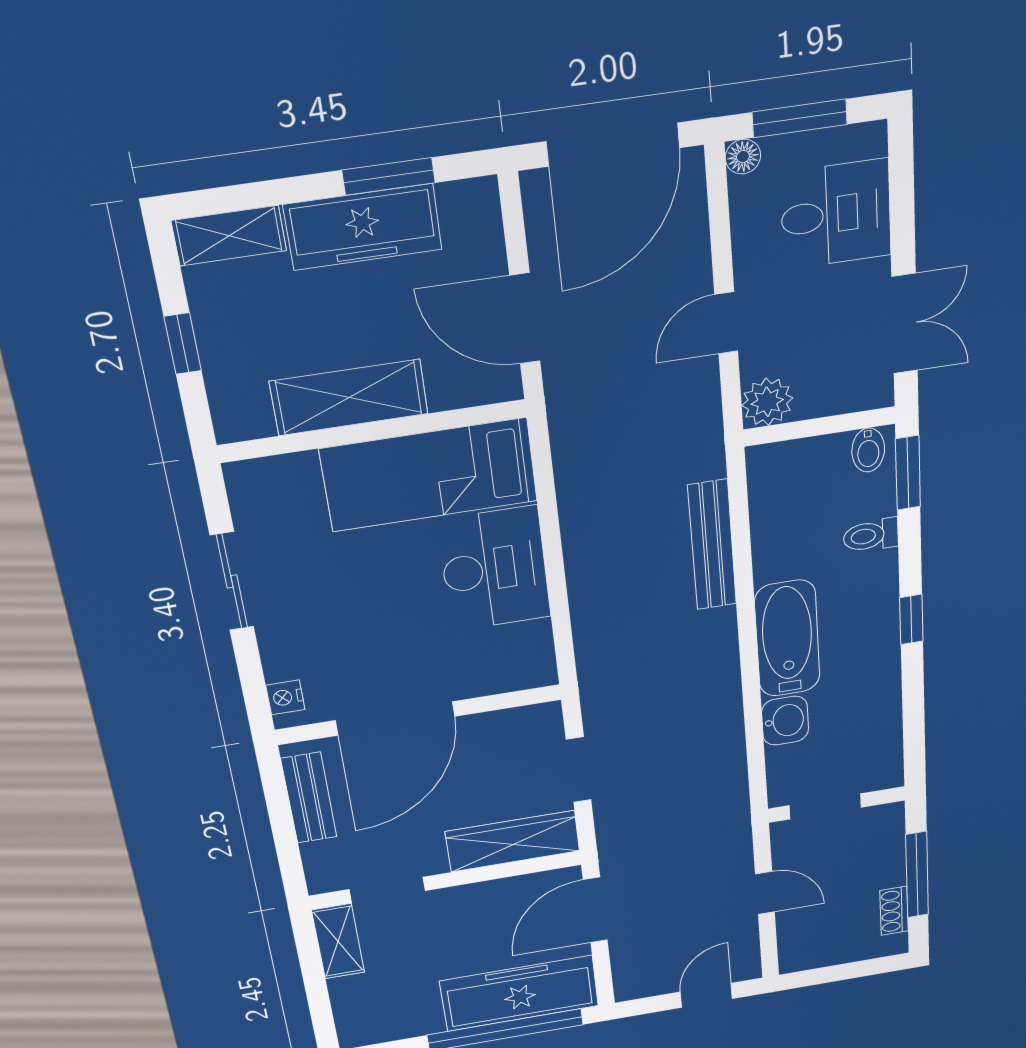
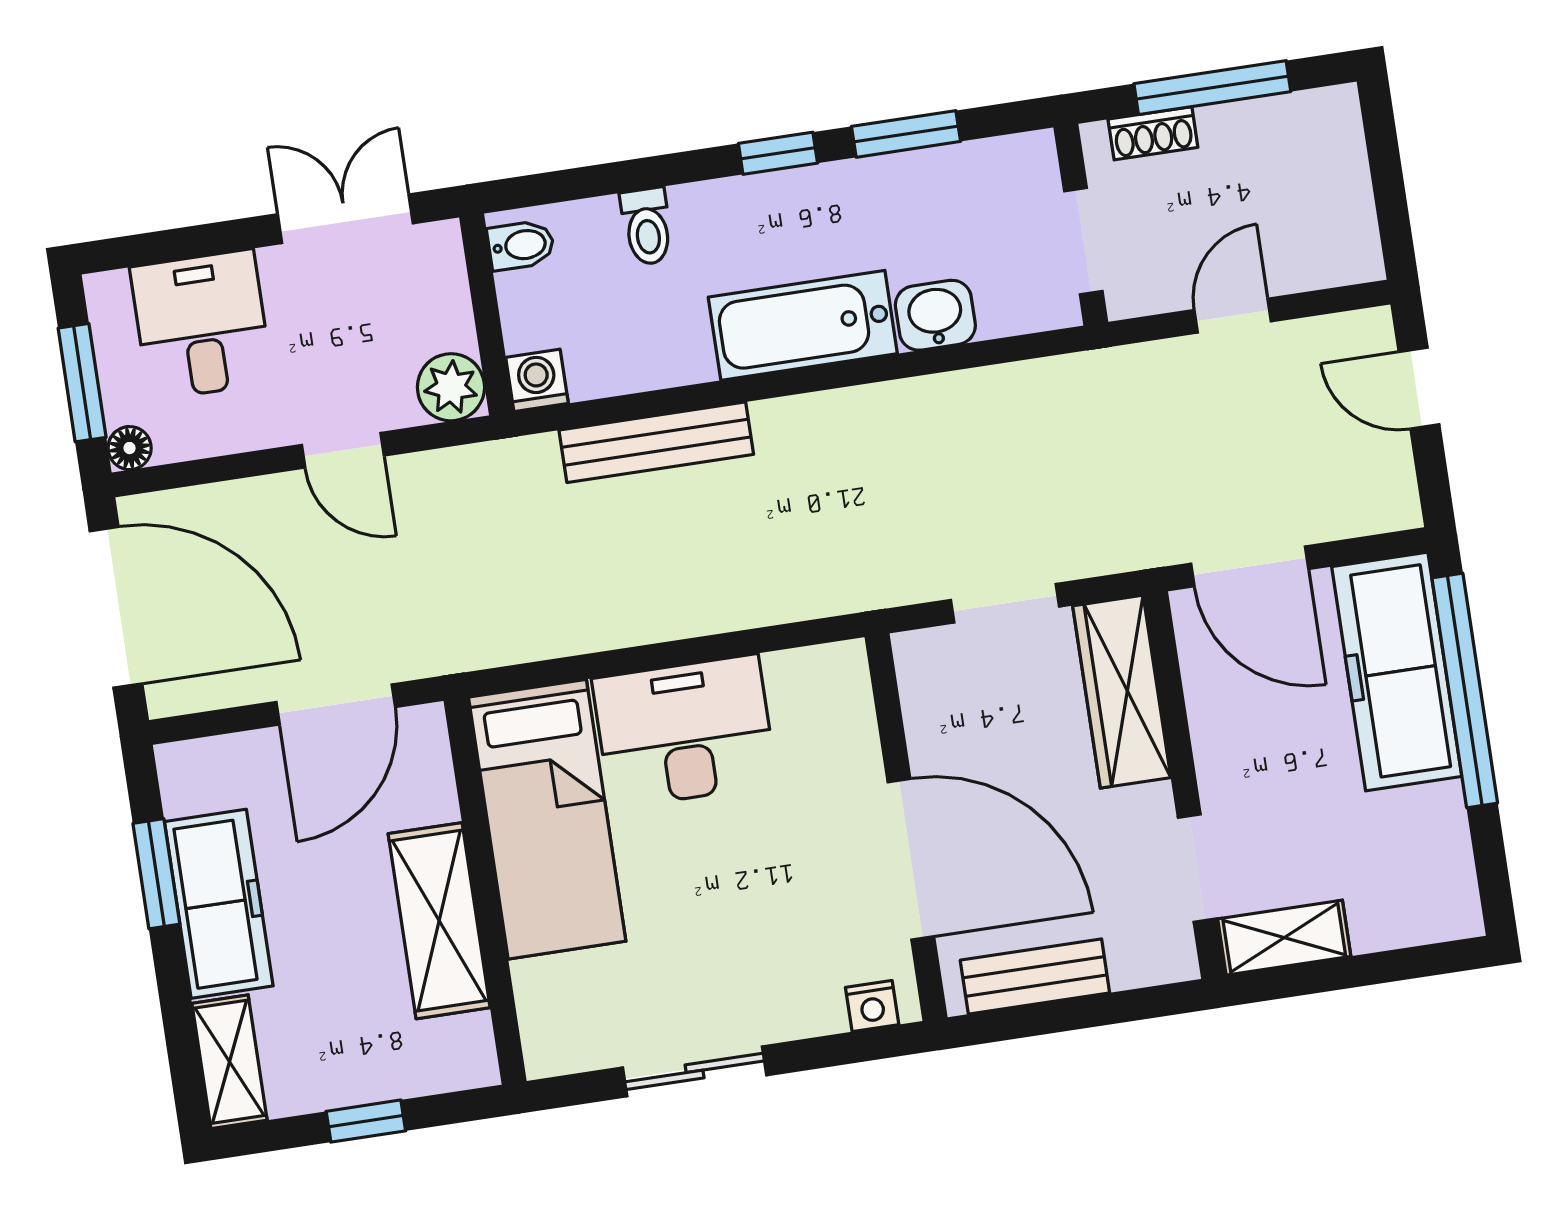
washing machine: (766, 463) -> (537, 380), added
window: (908, 473) -> (906, 134), moved
shoe rack: (894, 911) -> (1153, 133), moved

